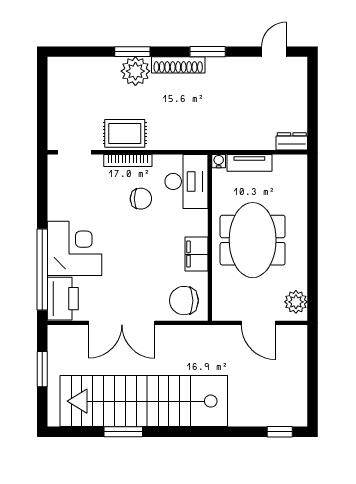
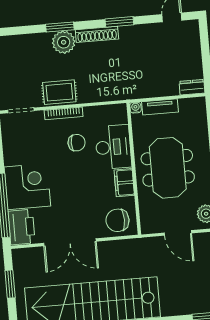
desk: (186, 181) -> (113, 147), moved

